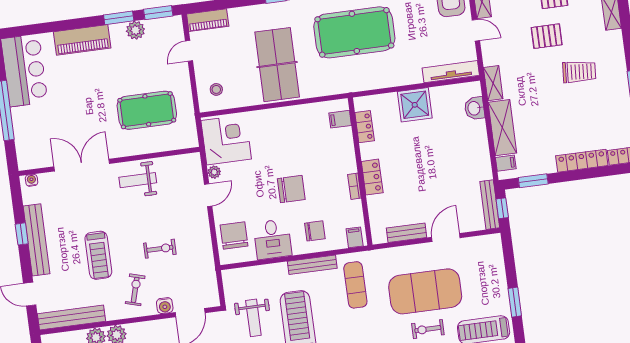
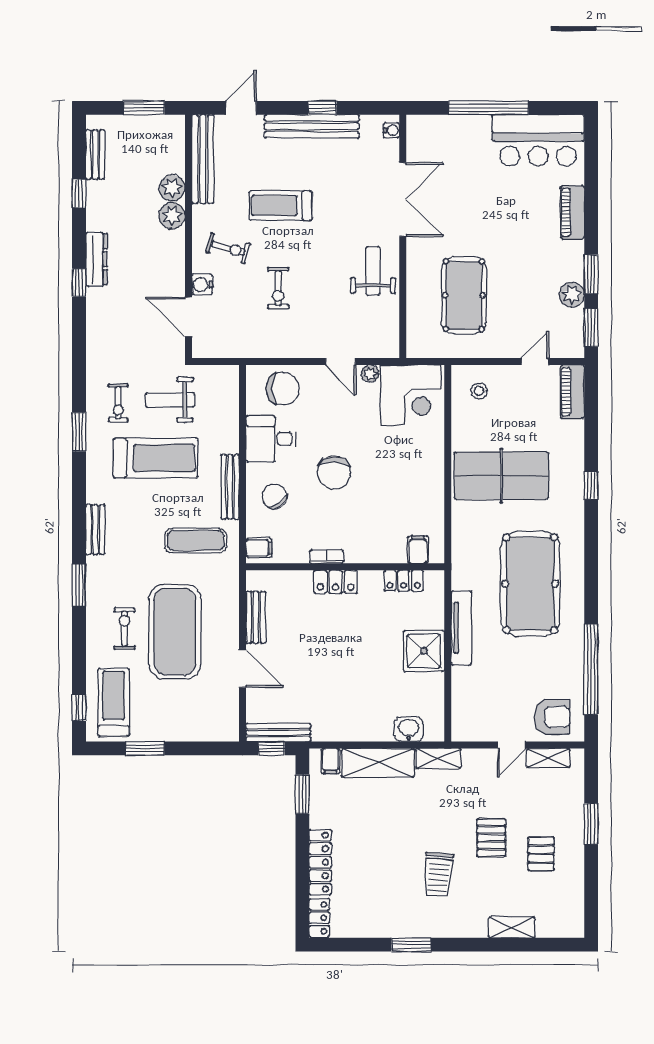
piano: (82, 40) -> (572, 212), width x0.73, depth x0.75
door: (189, 51) -> (535, 362), hinge flipped
tv unit: (451, 72) -> (461, 628), moved
chair: (315, 231) -> (274, 496), turned 146

